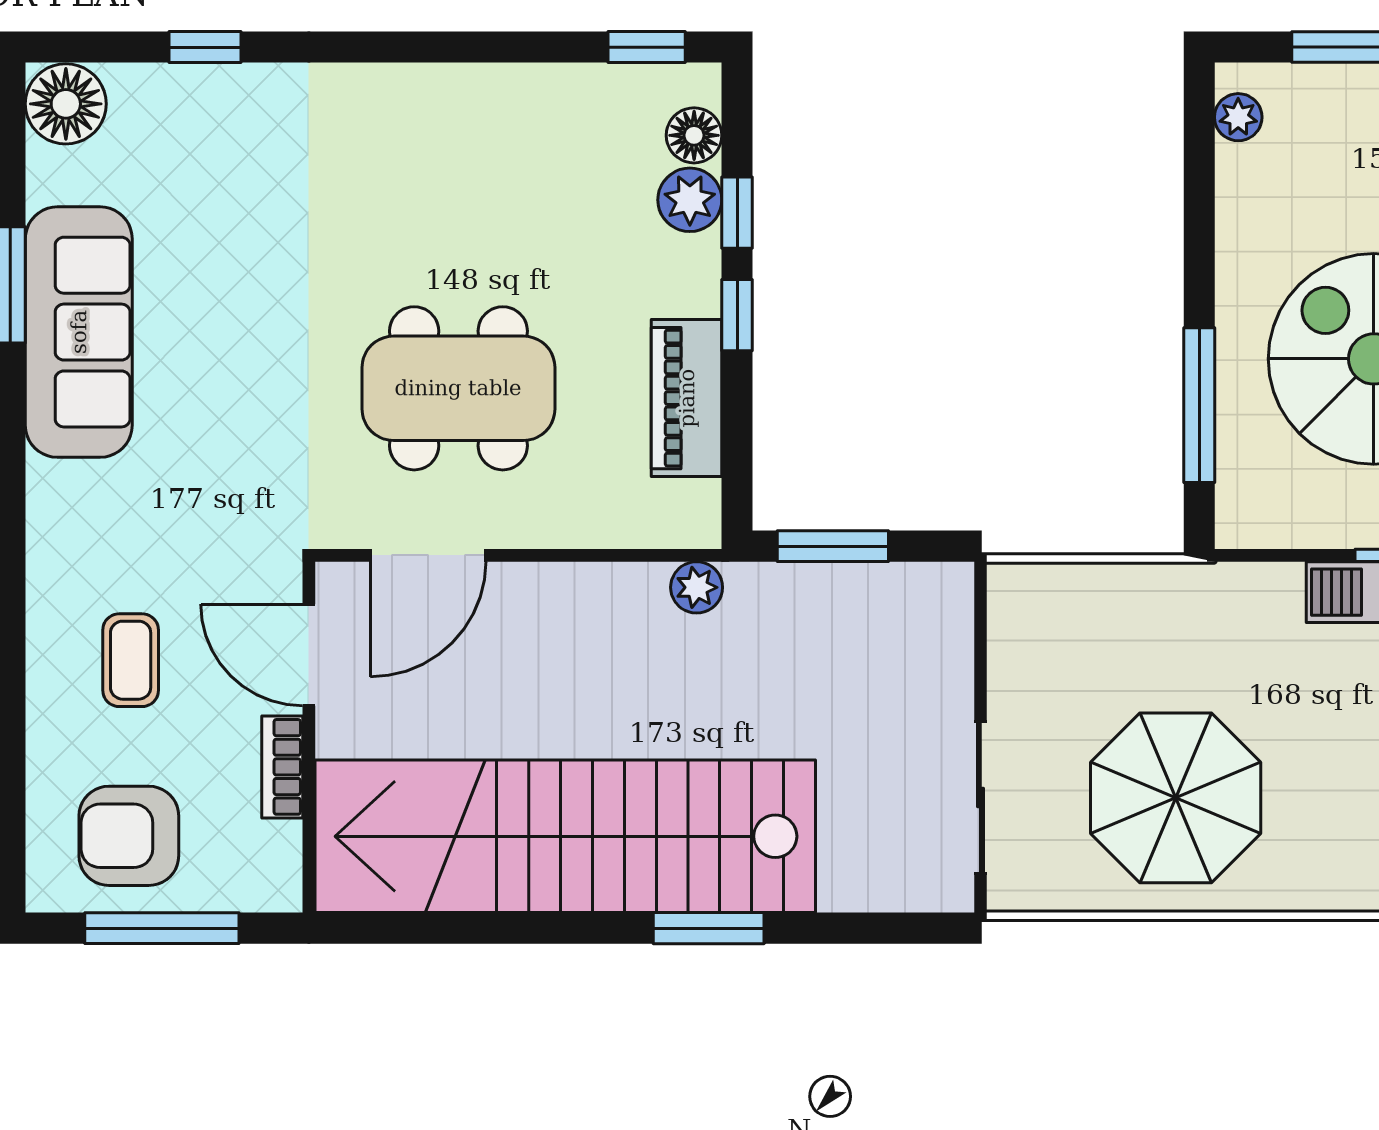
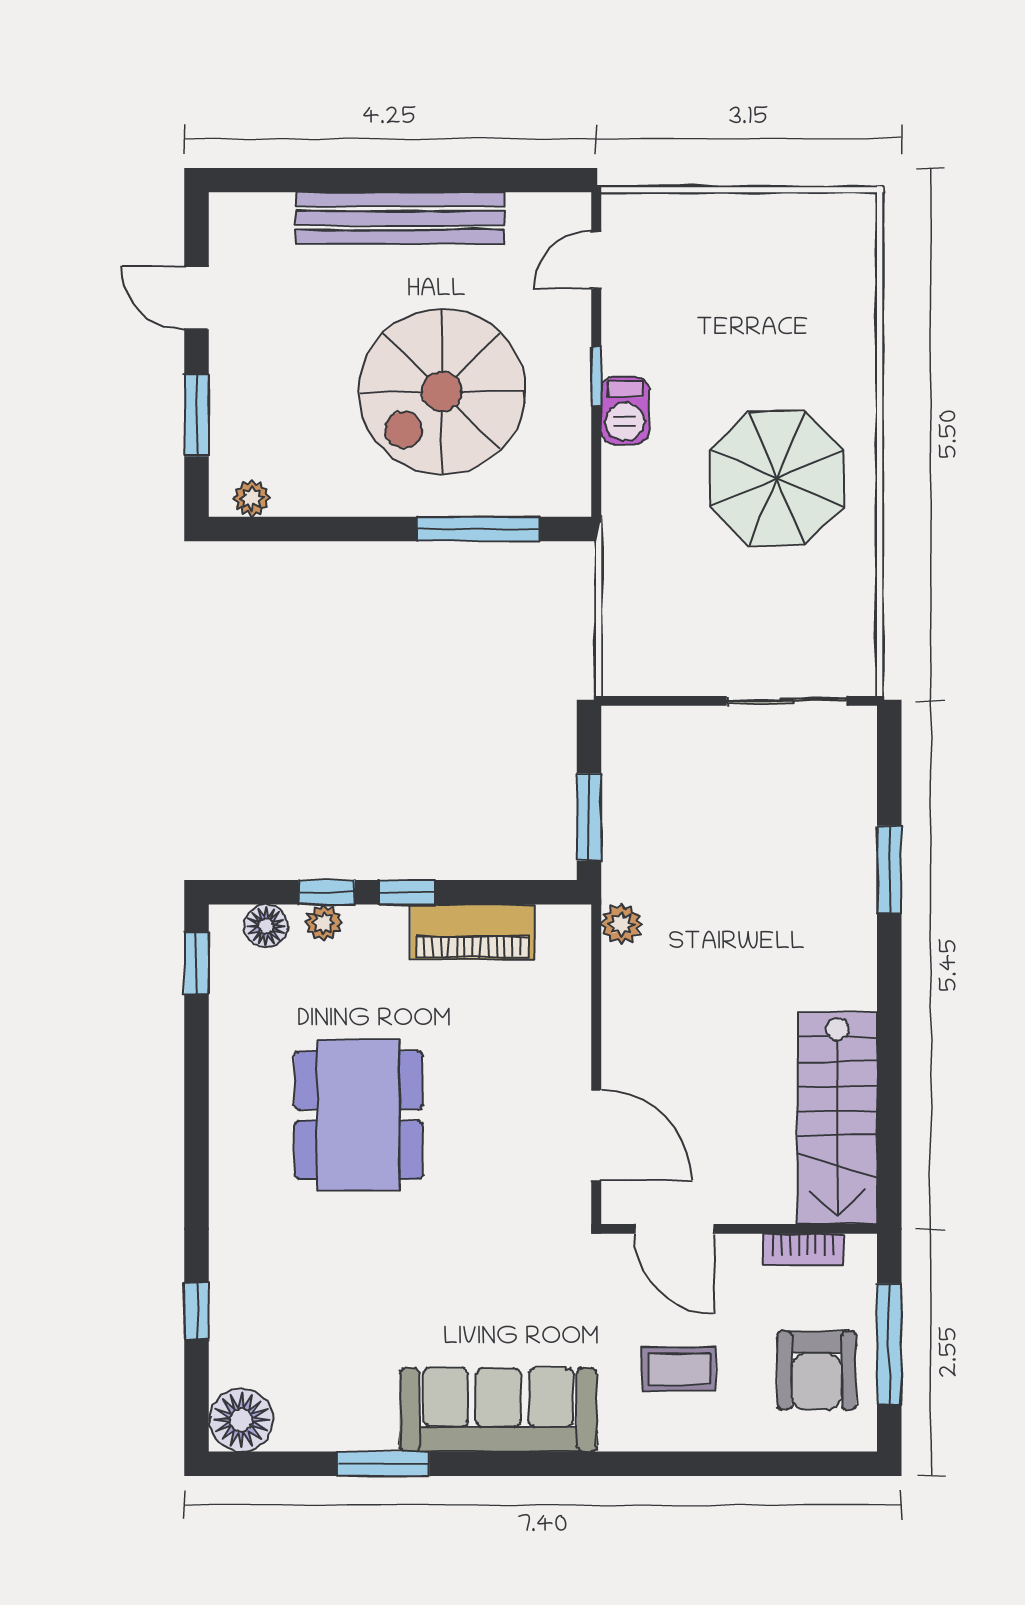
plant: (690, 200) -> (324, 923), width x0.73, depth x0.73
sofa: (79, 332) -> (498, 1410), moved
dining table: (458, 388) -> (359, 1115), moved
door: (309, 655) -> (675, 1229), hinge flipped
bookcase: (282, 767) -> (803, 1250), moved
parasol: (1176, 798) -> (777, 478), moved
stairs: (565, 836) -> (837, 1118), width x0.54, depth x0.66
window: (709, 928) -> (889, 870), moved

